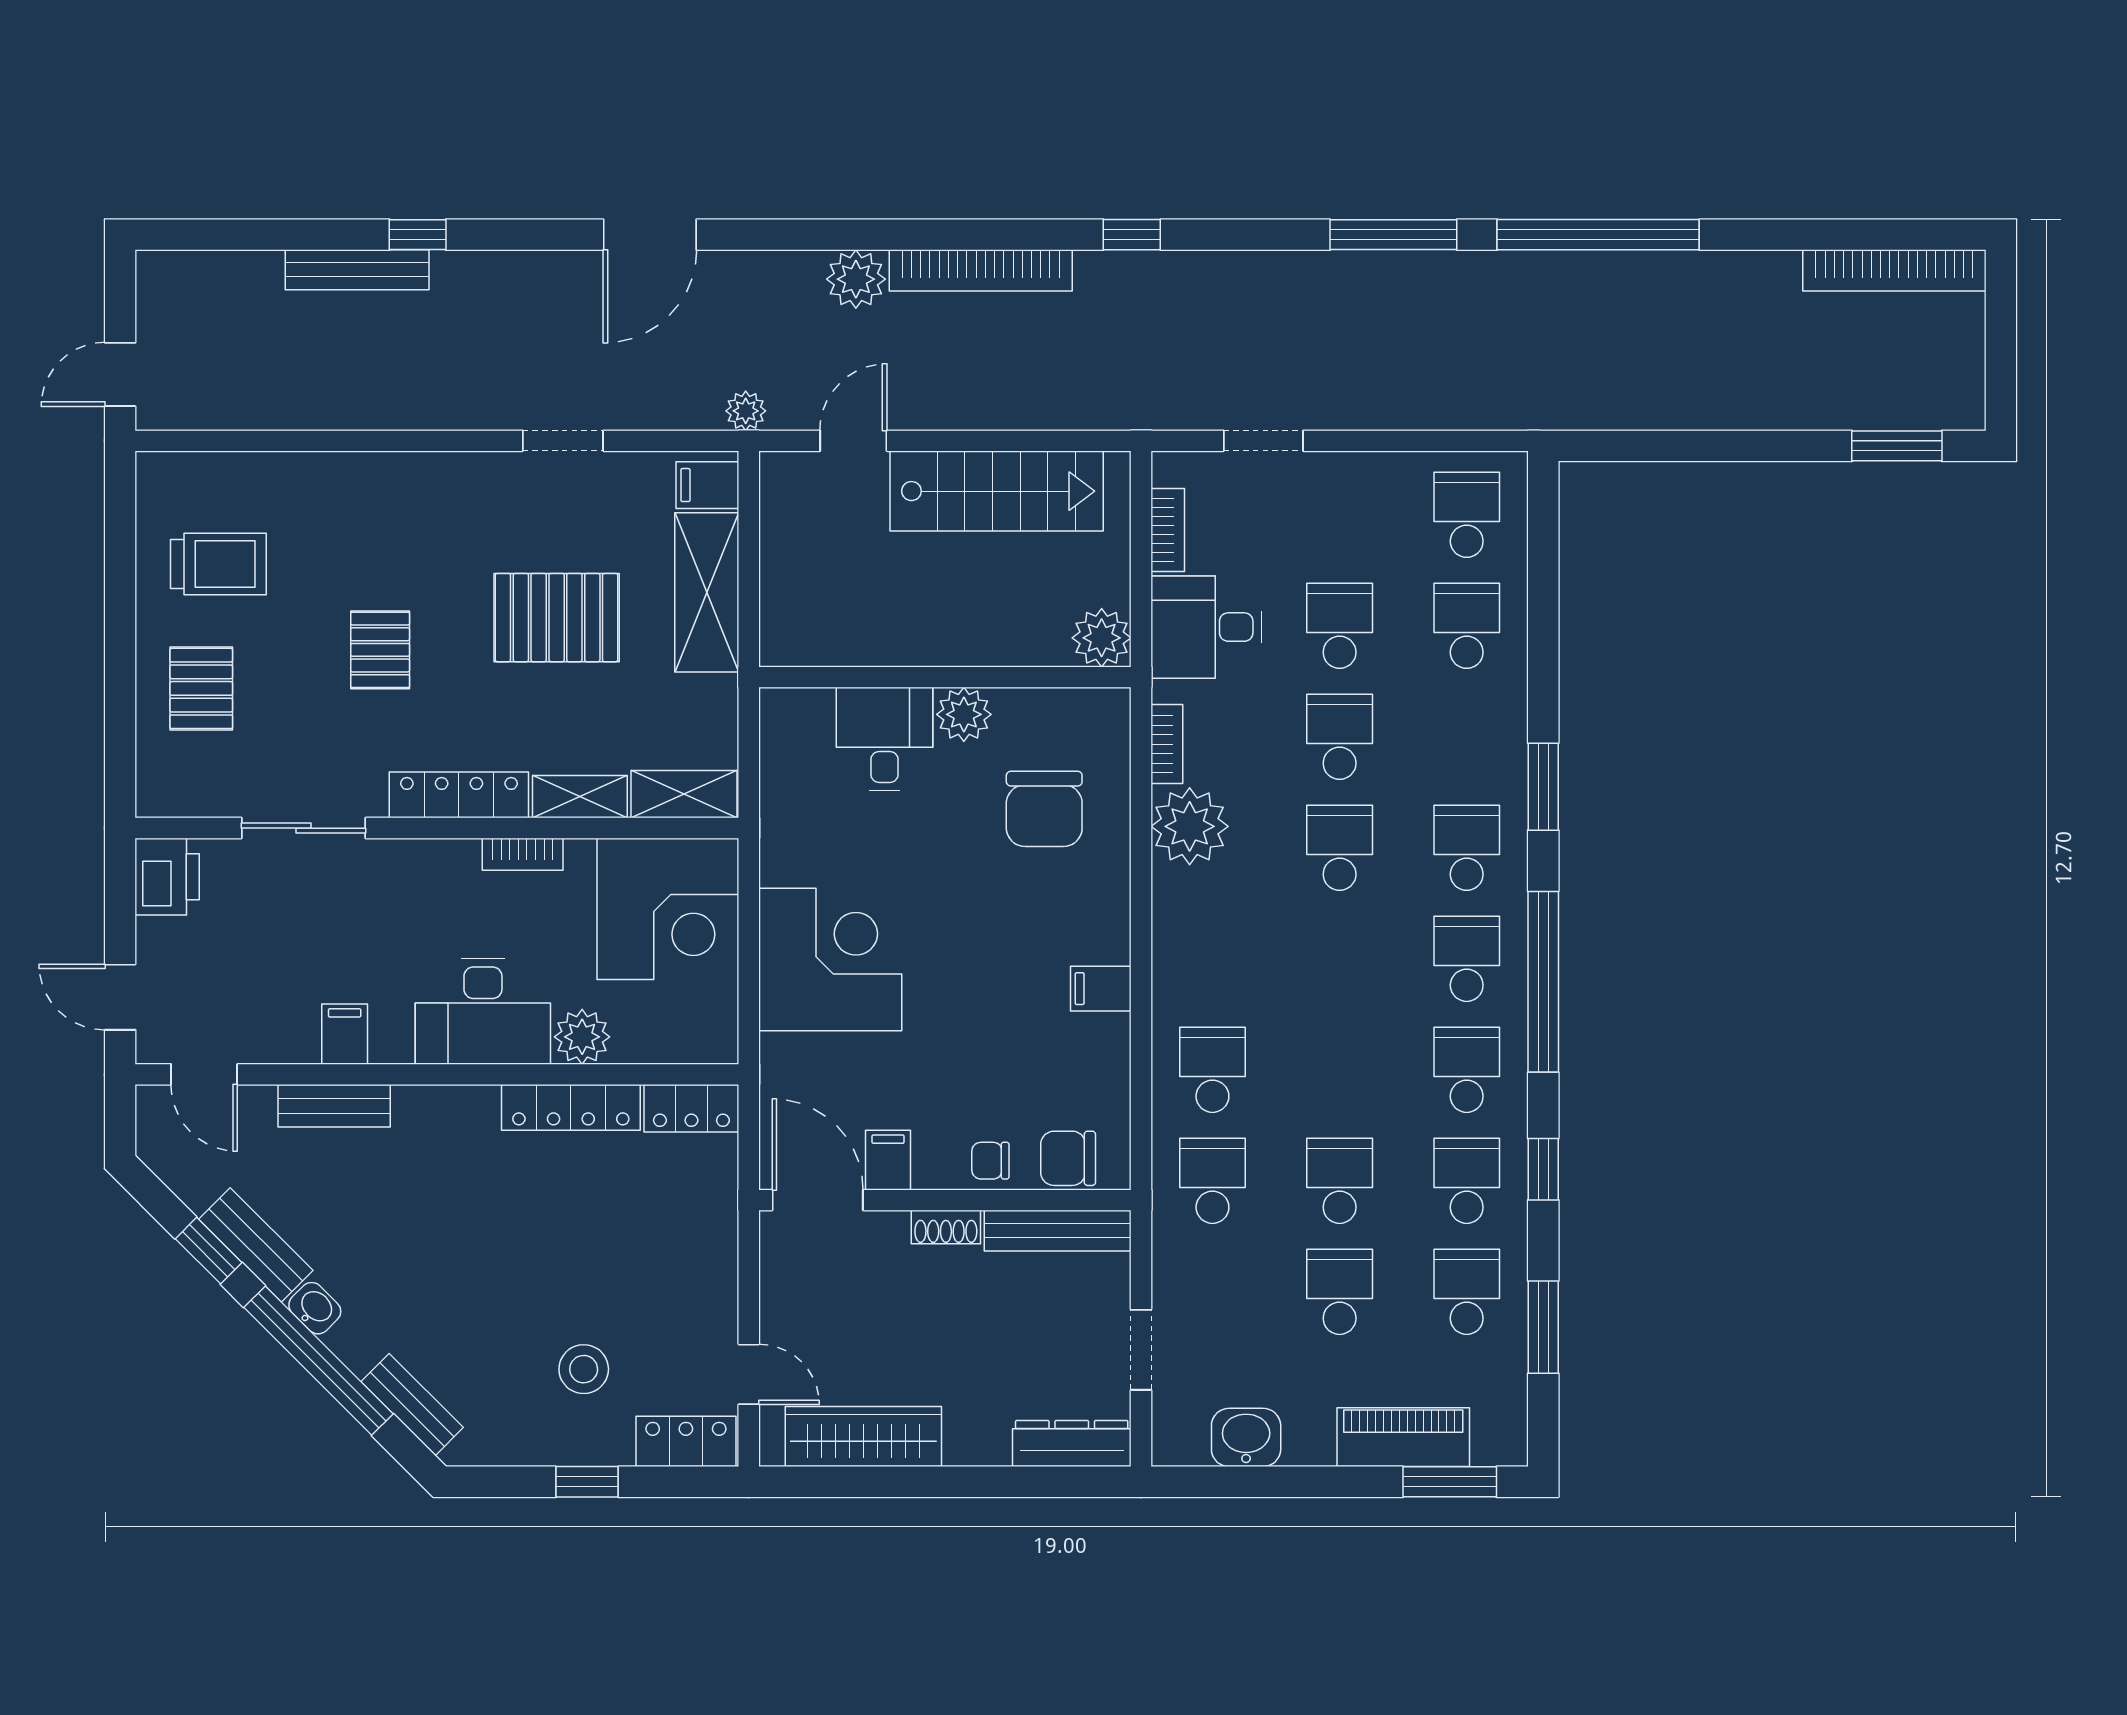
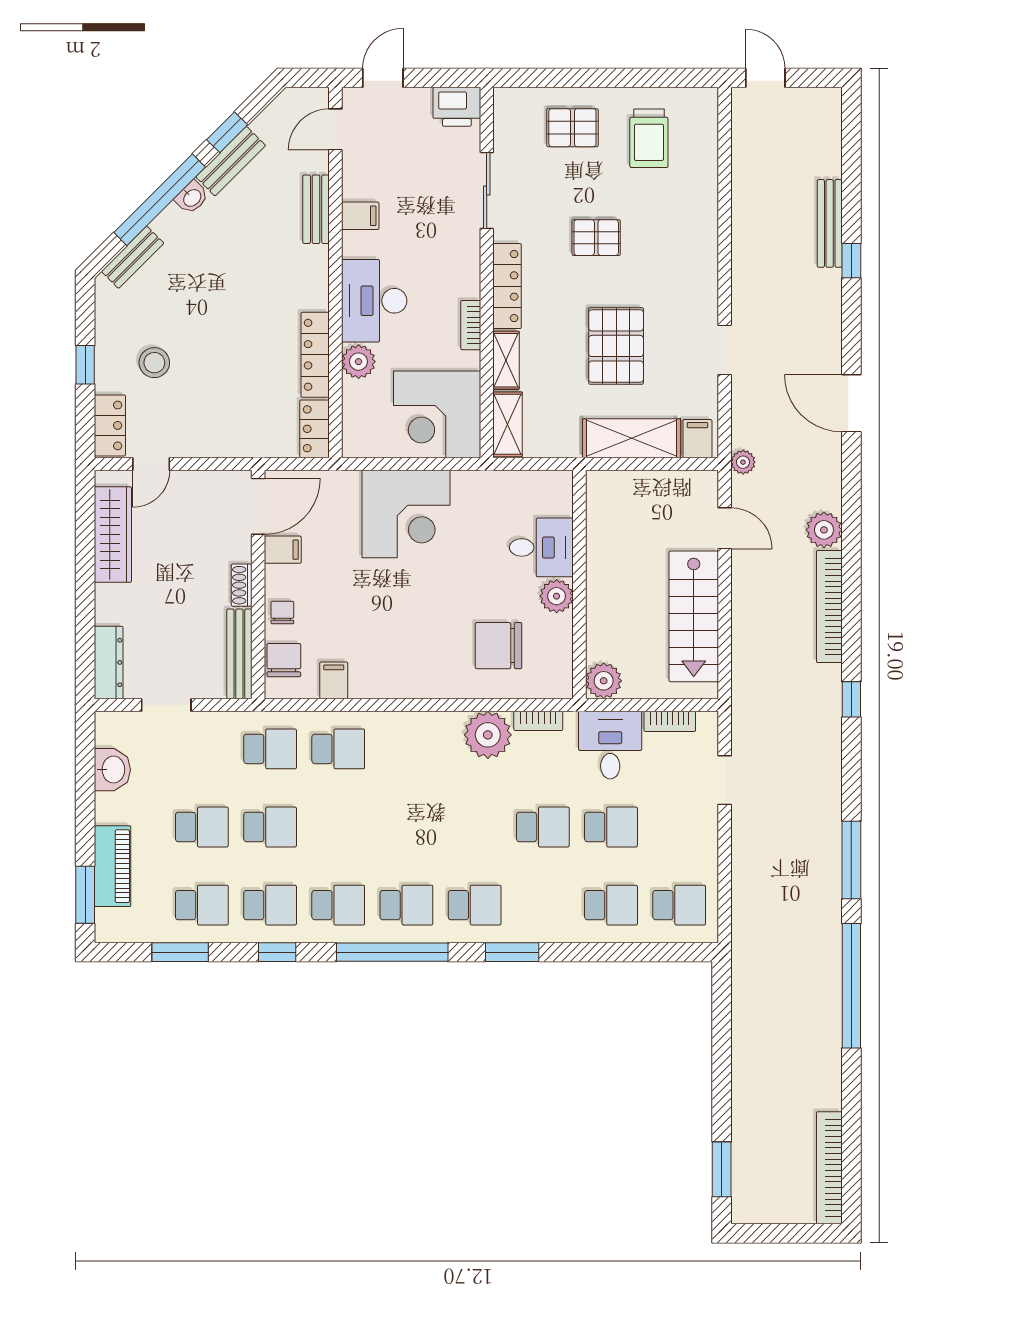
school desk: (1340, 848) -> (475, 827), removed
filing cabinet: (1101, 989) -> (334, 680), moved

